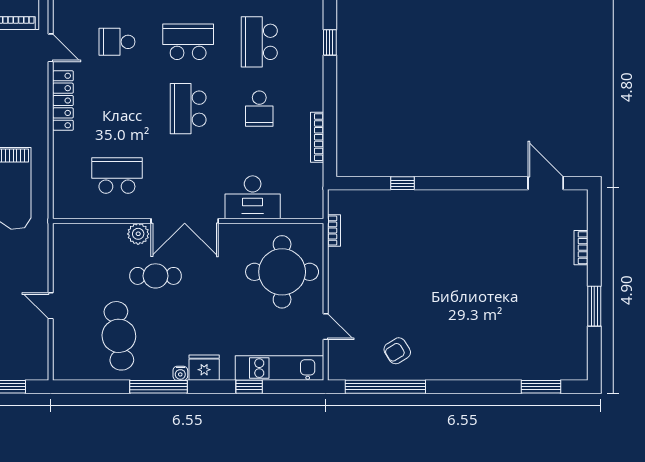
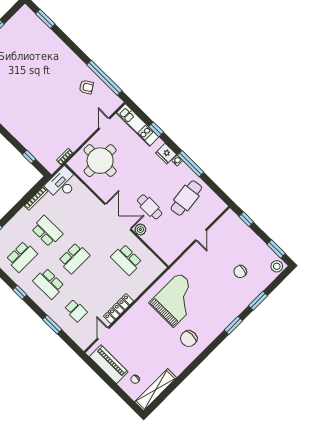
school desk: (259, 109) -> (47, 231), width x1.85
window: (403, 183) -> (29, 157), moved
desk: (253, 197) -> (62, 184), moved, turned -90

